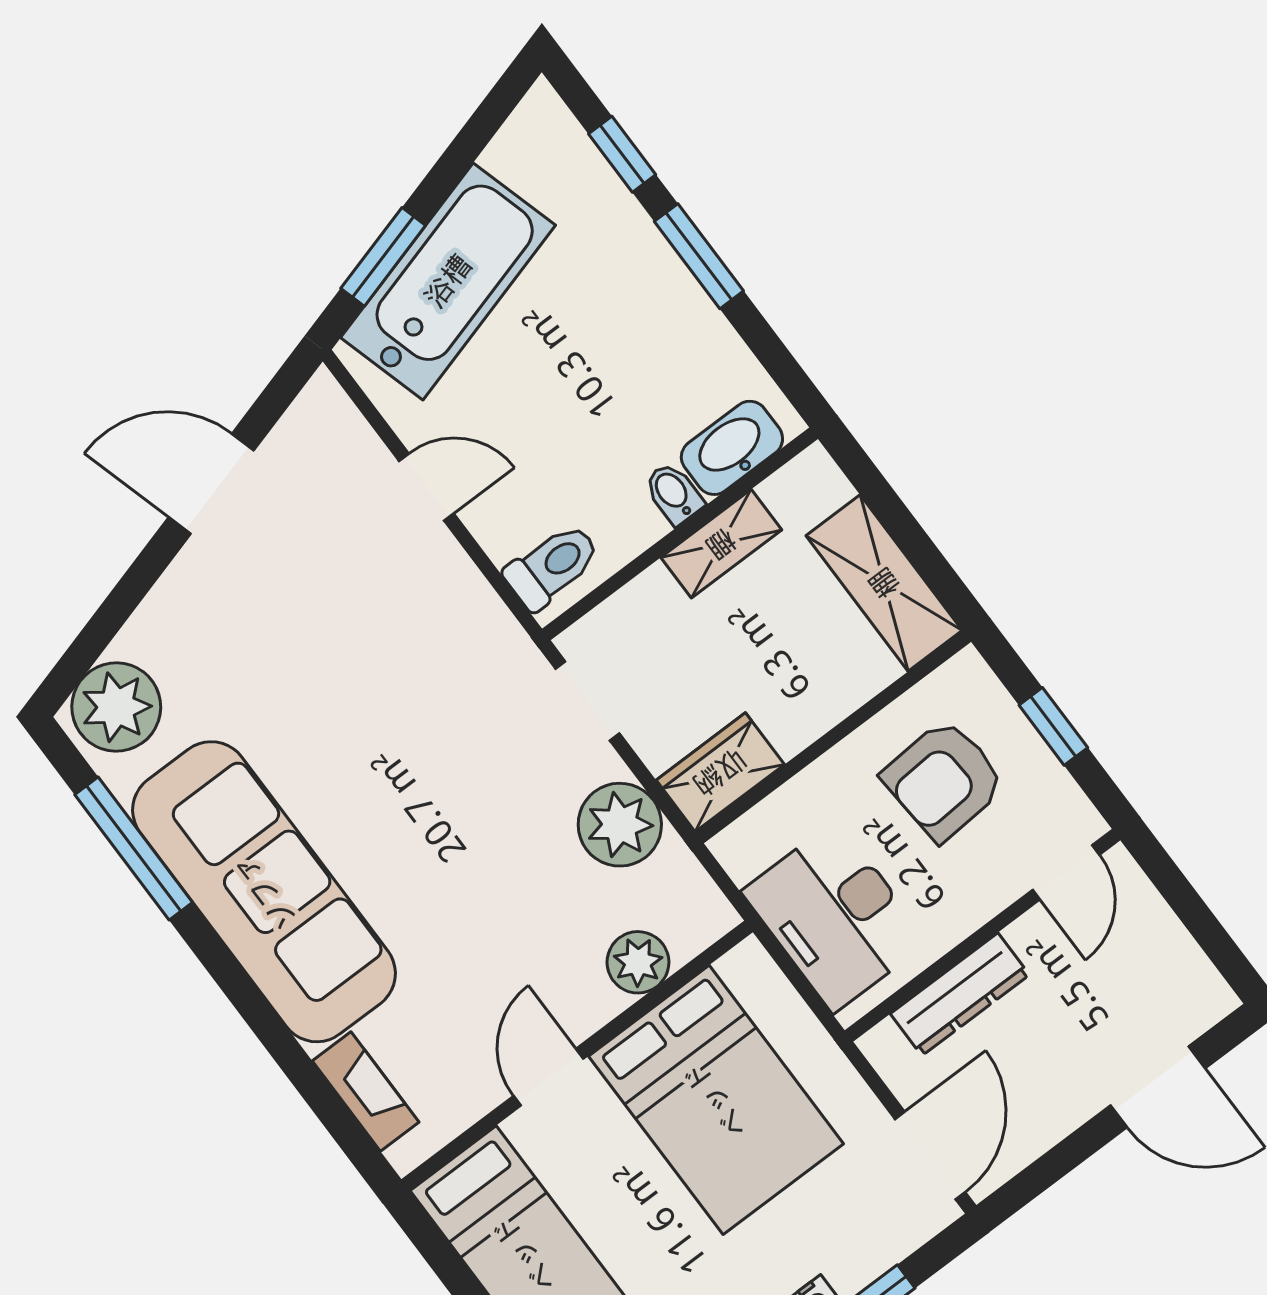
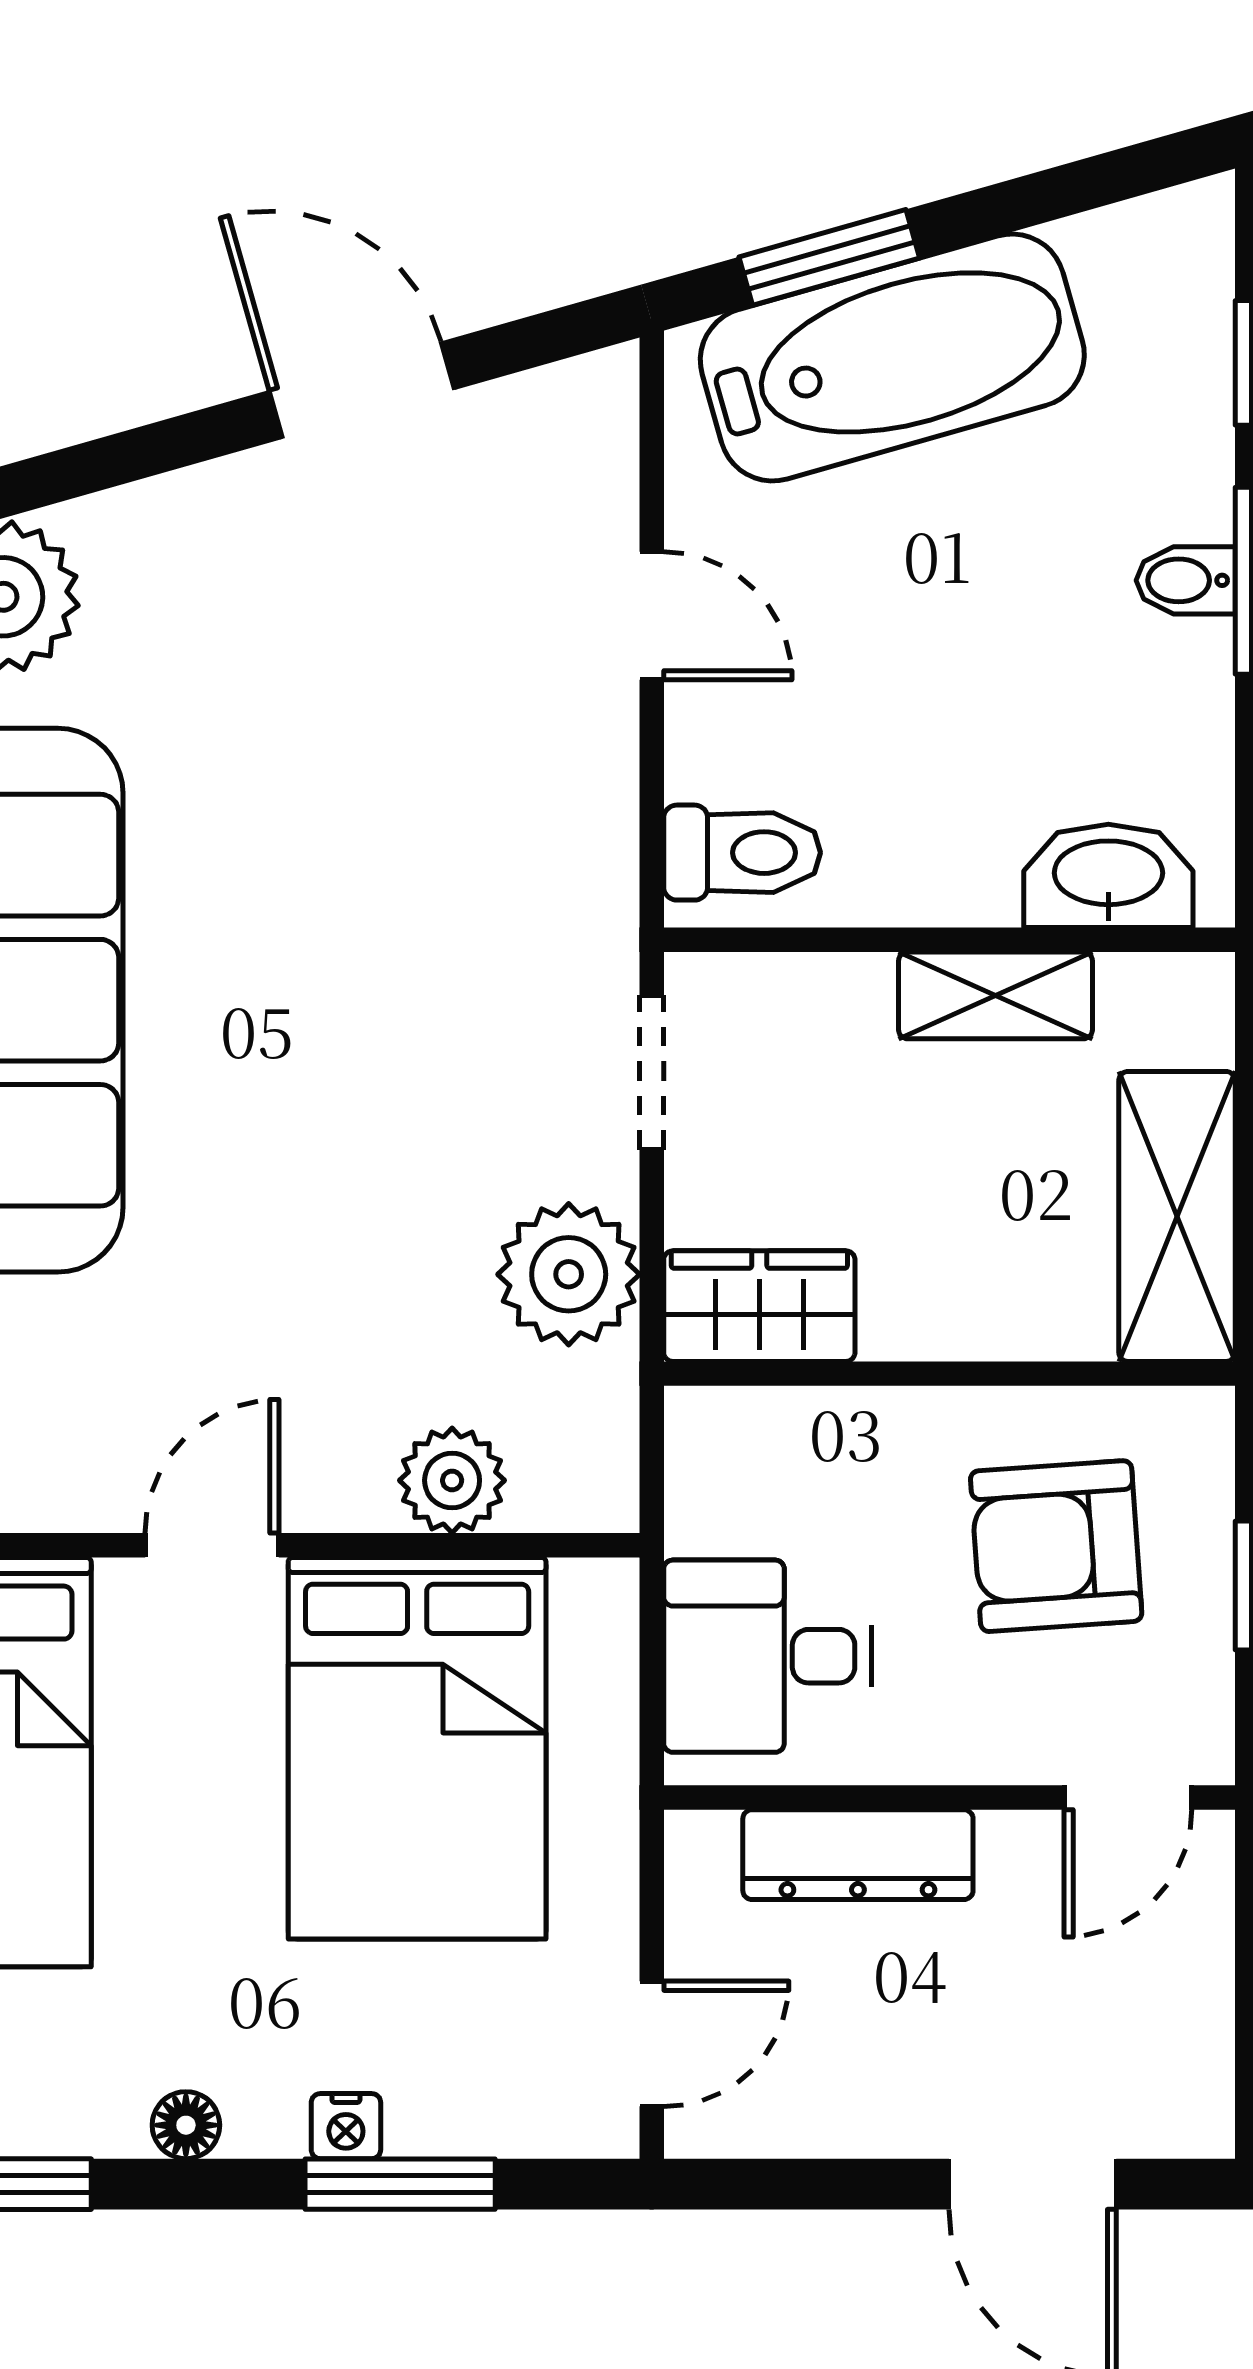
bidet: (674, 493) -> (1186, 580), moved, turned -90
desk: (835, 916) -> (768, 1656), width x0.73
door: (930, 1156) -> (652, 2044), width x0.73

